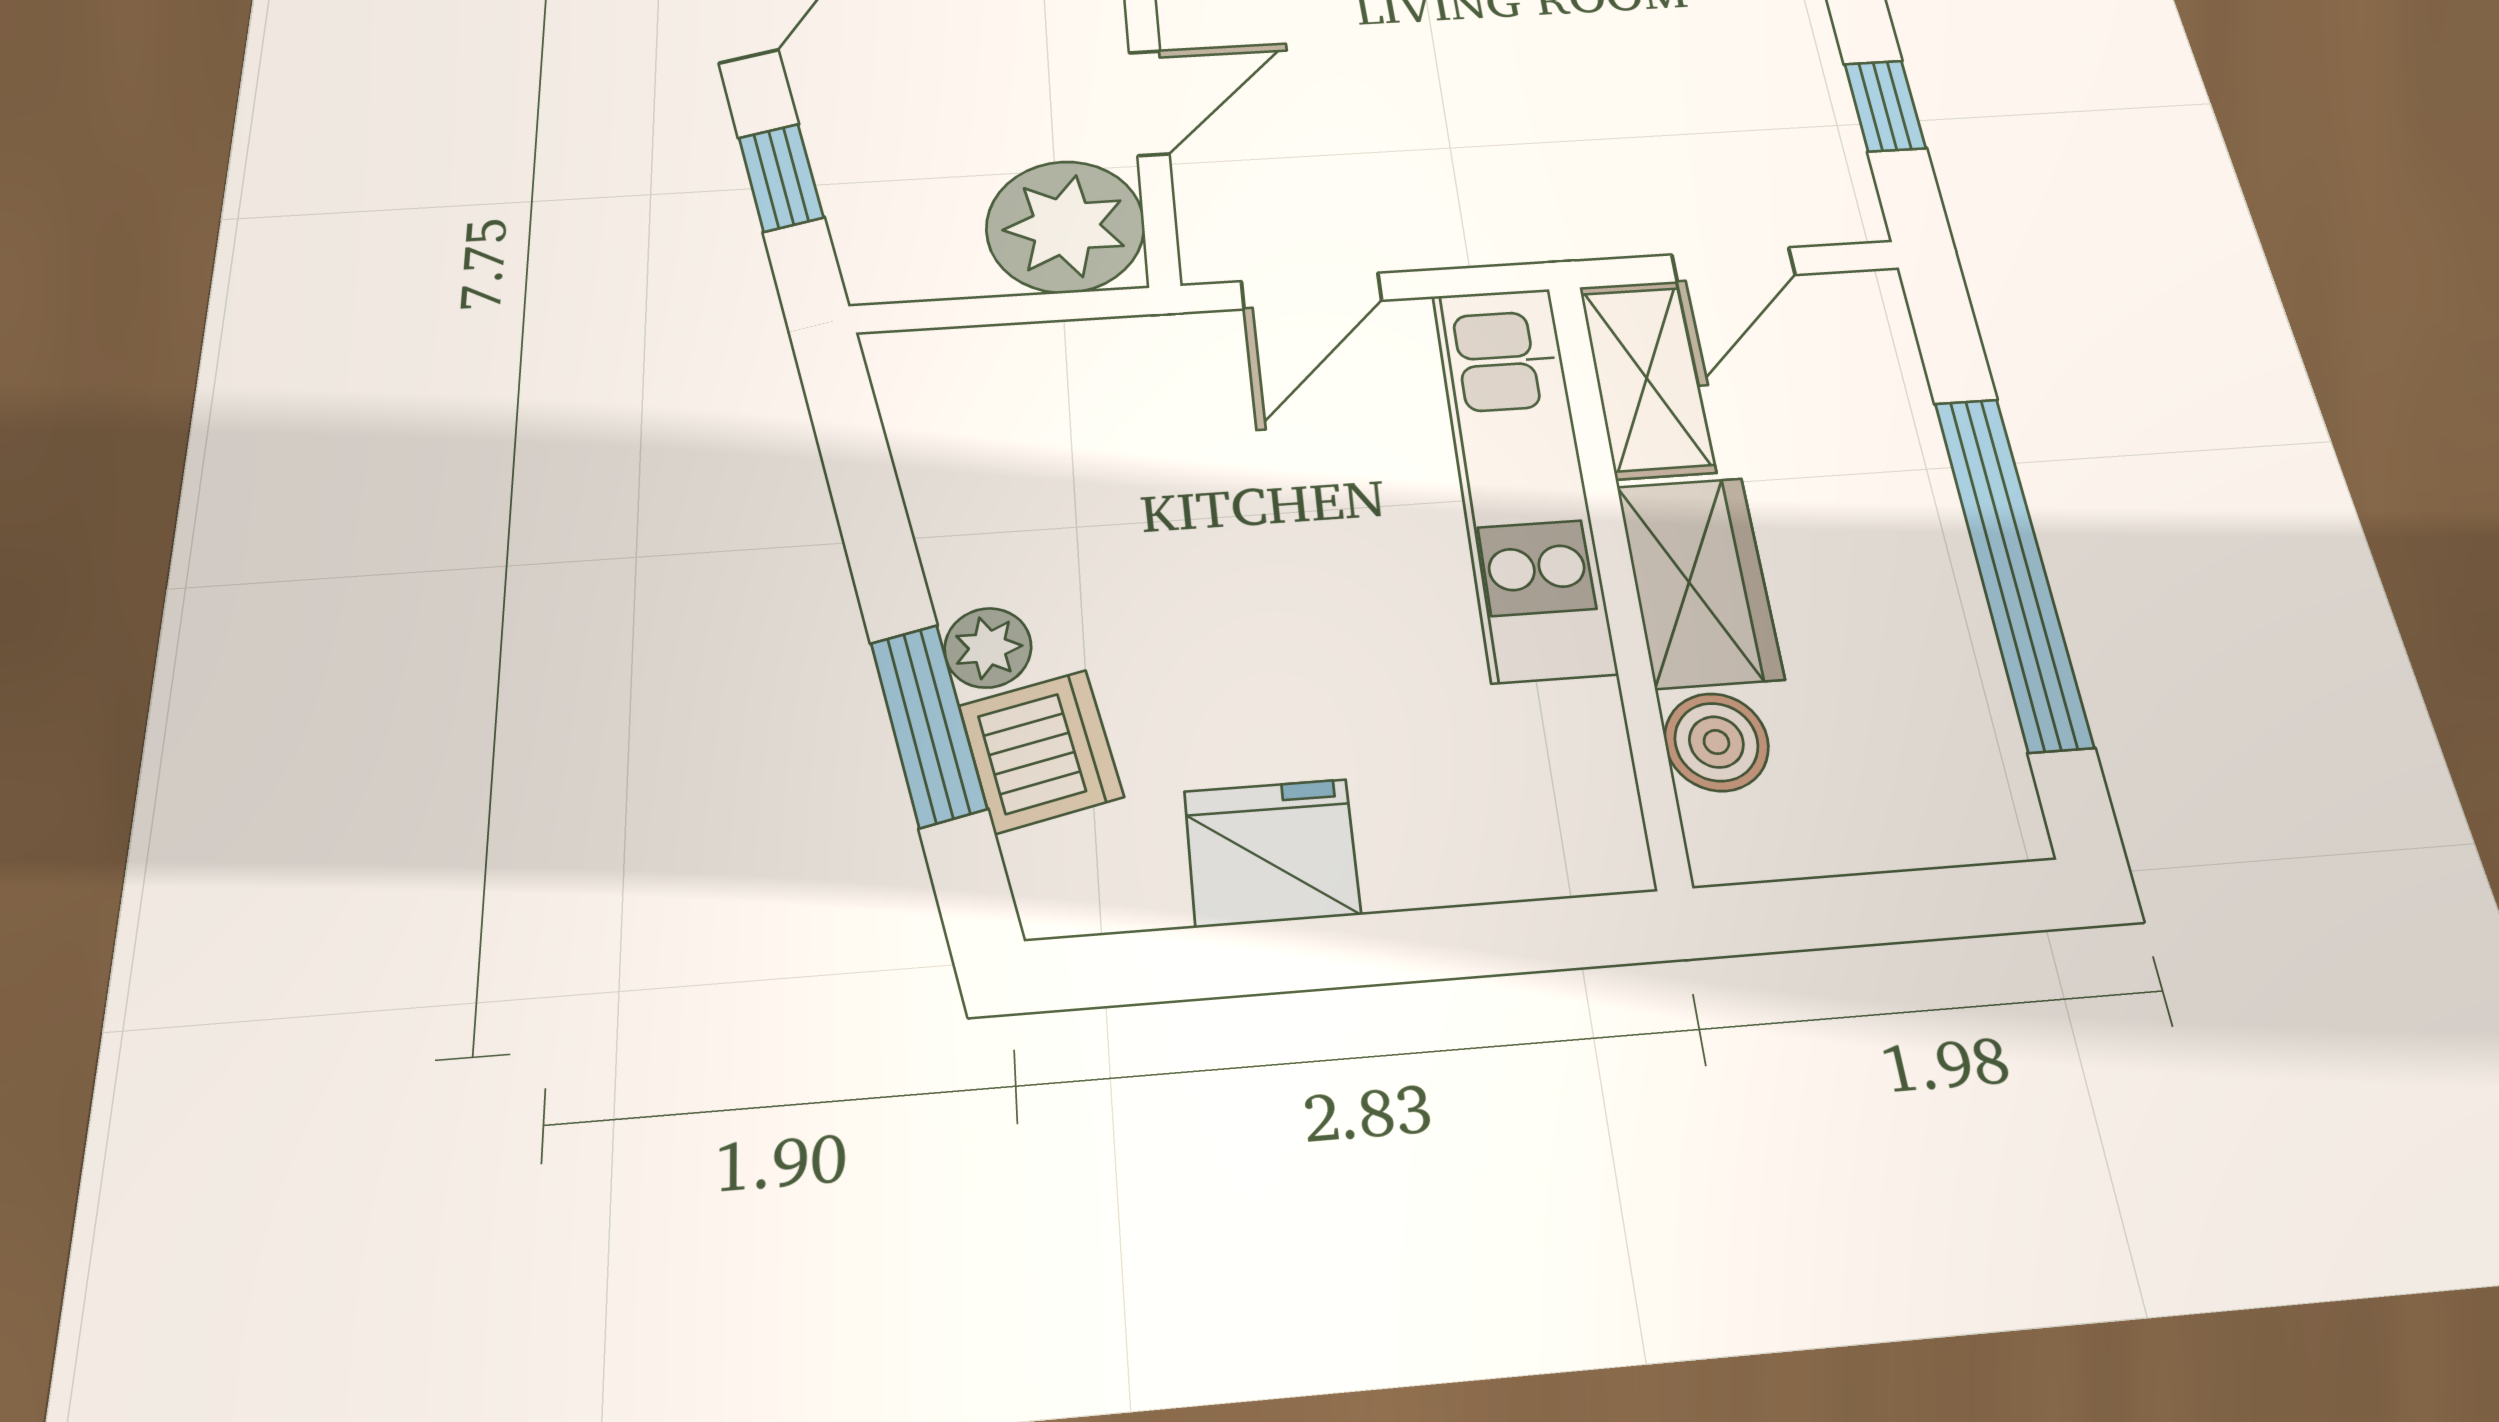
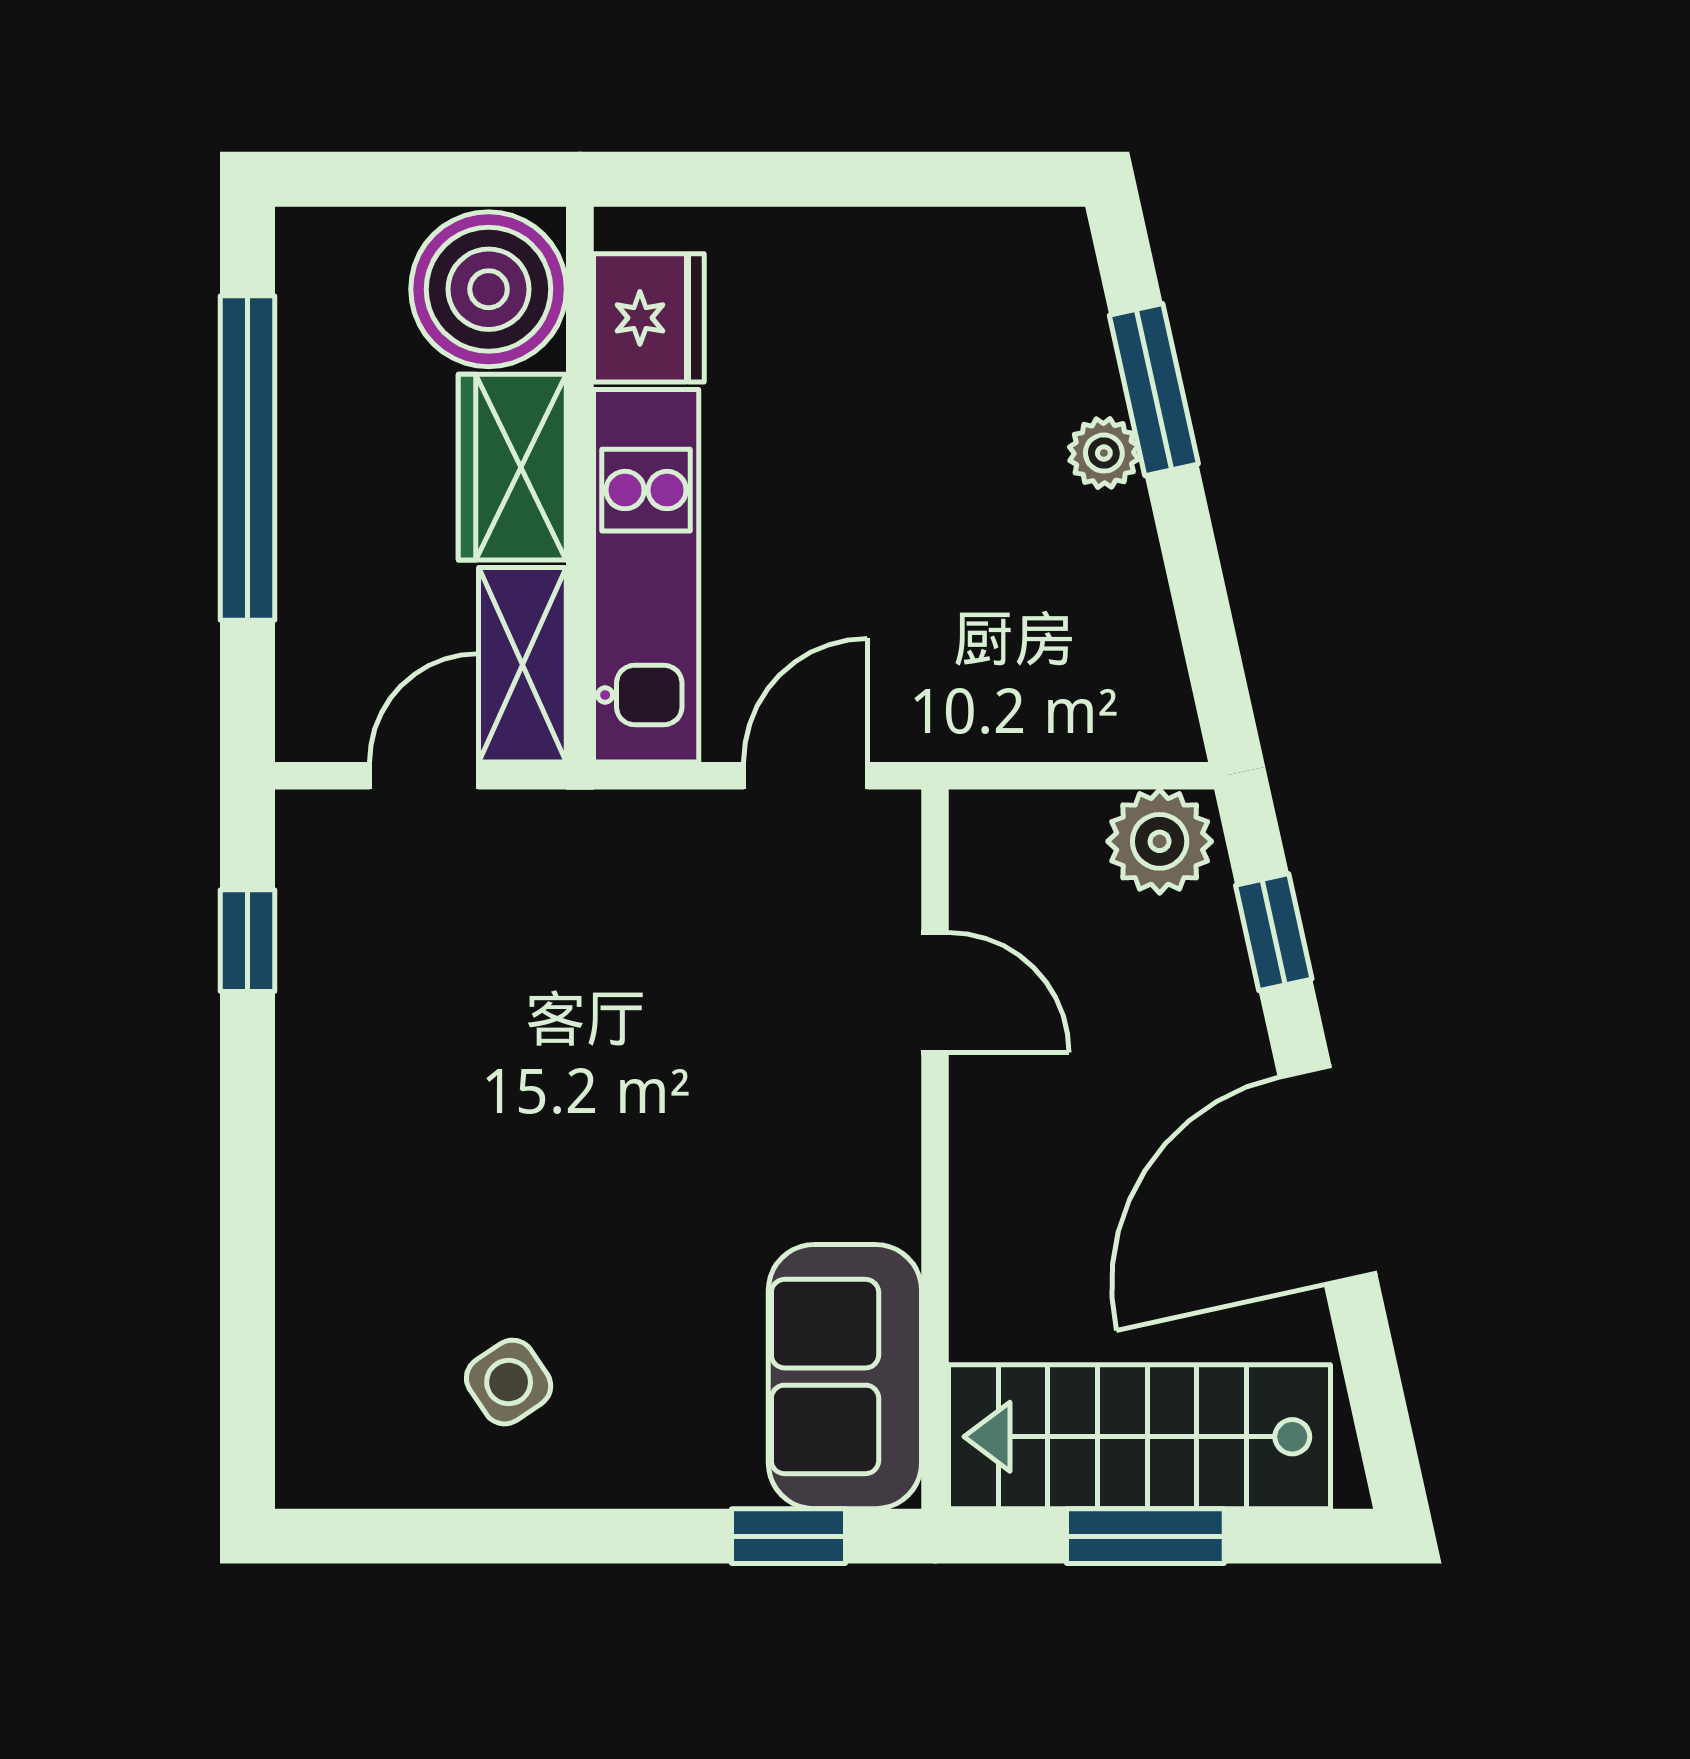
door: (1149, 103) -> (935, 993), swing flipped
plant: (1065, 226) -> (1160, 841), moved, width x0.73, depth x0.73
boiler: (1716, 742) -> (489, 289), width x1.86, depth x1.86
dishwasher: (1041, 751) -> (1065, 360), removed
fridge: (1272, 852) -> (649, 318), moved, turned -90

